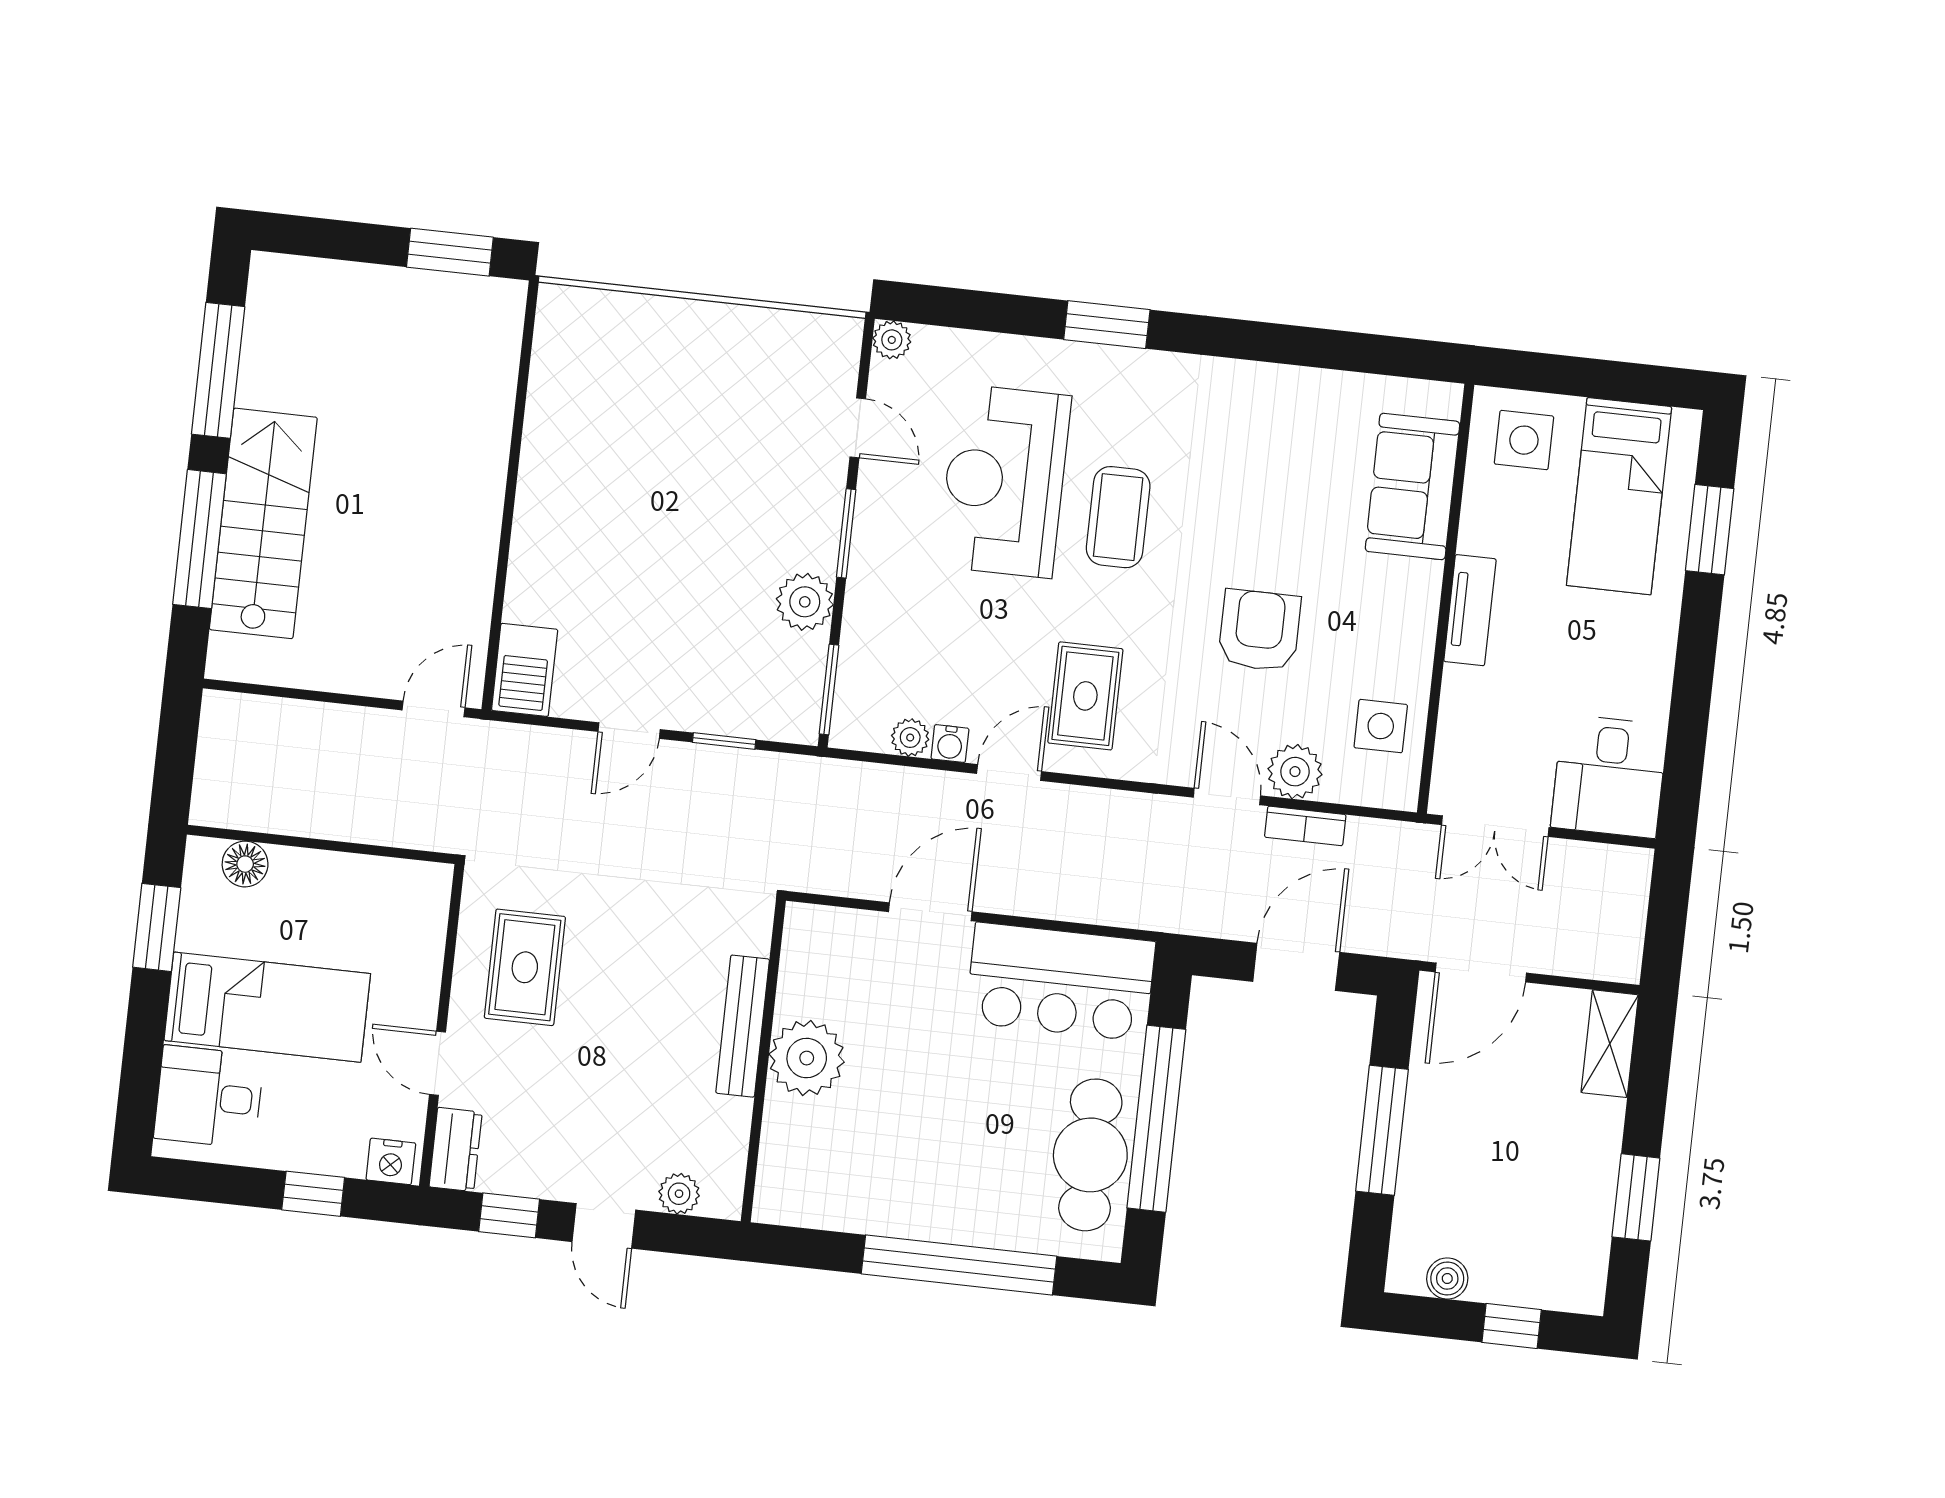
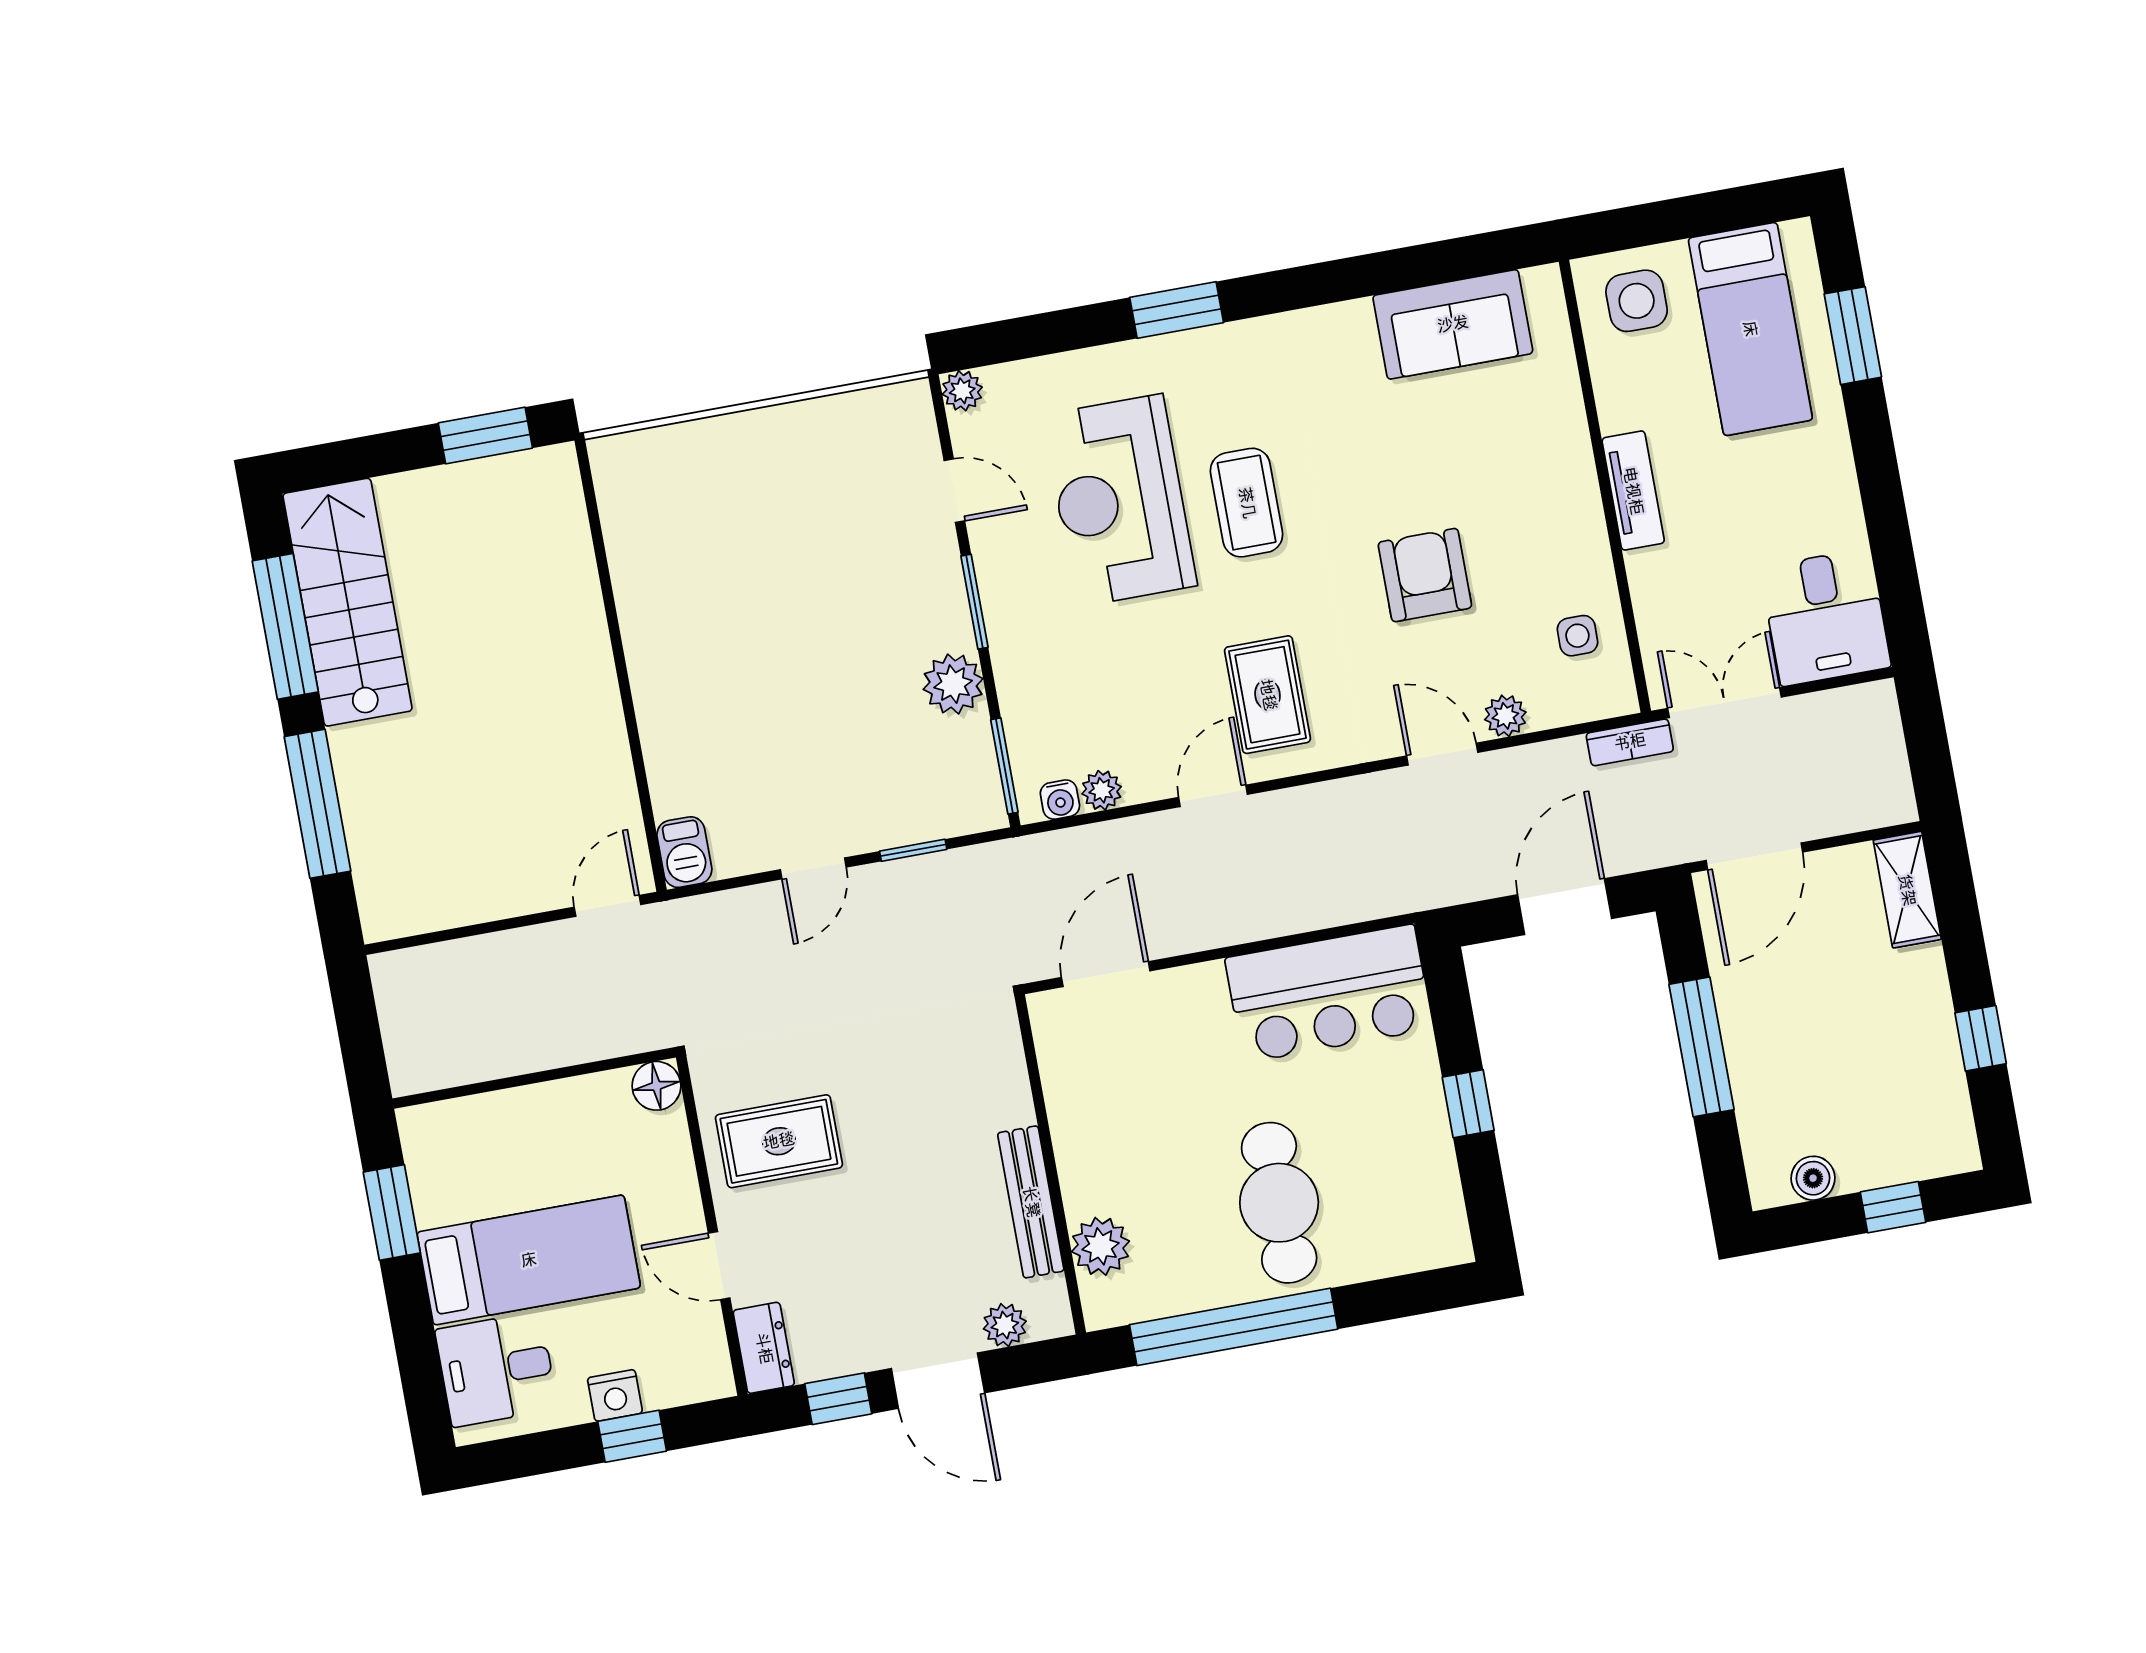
sofa: (1413, 486) -> (1453, 324), moved, turned -90
stairs: (263, 523) -> (347, 602), moved
barbecue: (525, 670) -> (684, 852), width x0.73, depth x0.79
side table: (1381, 726) -> (1577, 636), width x0.73, depth x0.73
water cooler: (950, 744) -> (1060, 800), moved
plant: (1295, 772) -> (1505, 716), width x0.73, depth x0.73
bookcase: (1305, 826) -> (1630, 742), moved
double door: (1495, 826) -> (1725, 703), swing flipped
floor lamp: (245, 864) -> (656, 1086), moved
door: (930, 912) -> (1106, 974), moved
rug: (525, 967) -> (779, 1141), turned 90
bench: (743, 1026) -> (1031, 1202), moved
plant: (807, 1058) -> (1101, 1246), moved, width x0.73, depth x0.73
window: (1156, 1119) -> (1468, 1104), width x0.32
cafe table: (1090, 1155) -> (1279, 1203), moved
nightstand: (391, 1161) -> (615, 1395), moved
window: (1636, 1197) -> (1981, 1038), width x0.67
door: (604, 1226) -> (938, 1381), width x1.38
window: (959, 1265) -> (1234, 1327), moved

